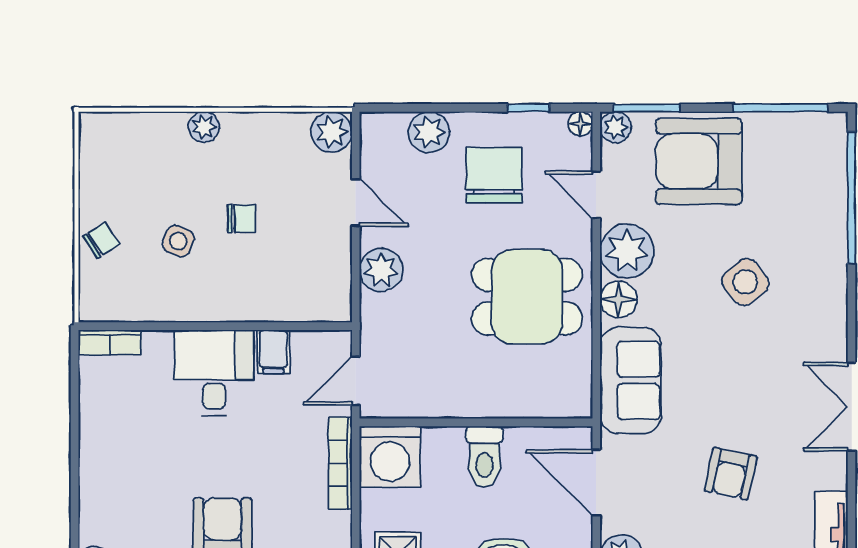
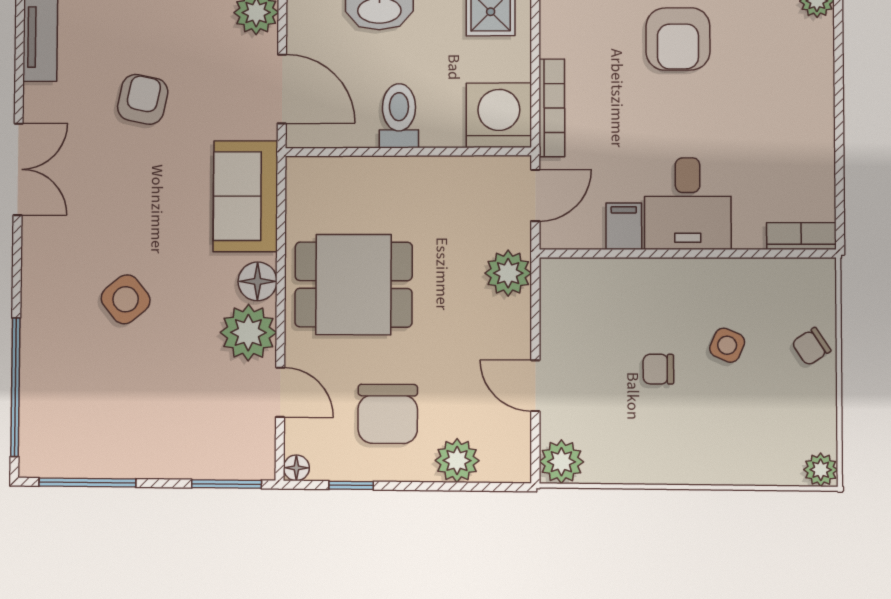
plant: (204, 127) -> (821, 470), moved
plant: (616, 127) -> (259, 464), removed
armchair: (699, 161) -> (173, 427), removed
plant: (381, 270) -> (508, 273), moved

